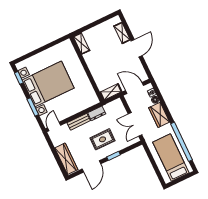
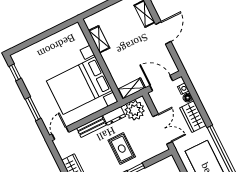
shelving: (81, 43) -> (99, 39), moved
bed with nightstands: (48, 84) -> (79, 86), moved, turned 180
plant: (113, 109) -> (135, 110), added
double door: (135, 124) -> (163, 129), swing flipped
rug: (103, 139) -> (122, 149), turned 90

